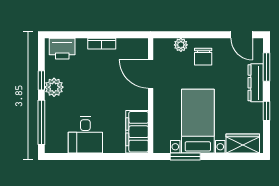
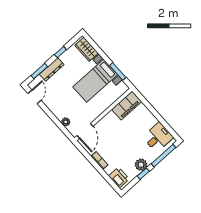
chair: (203, 57) -> (62, 106), removed
door: (151, 74) -> (85, 131), moved
desk: (85, 135) -> (158, 137), moved

